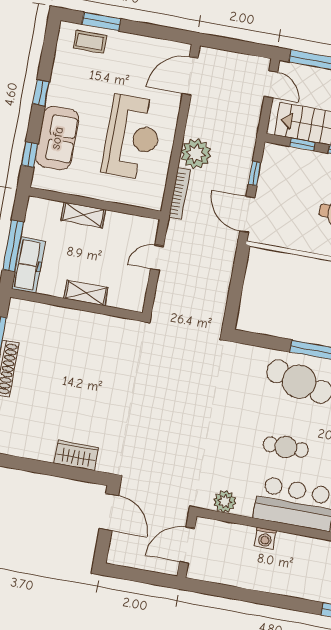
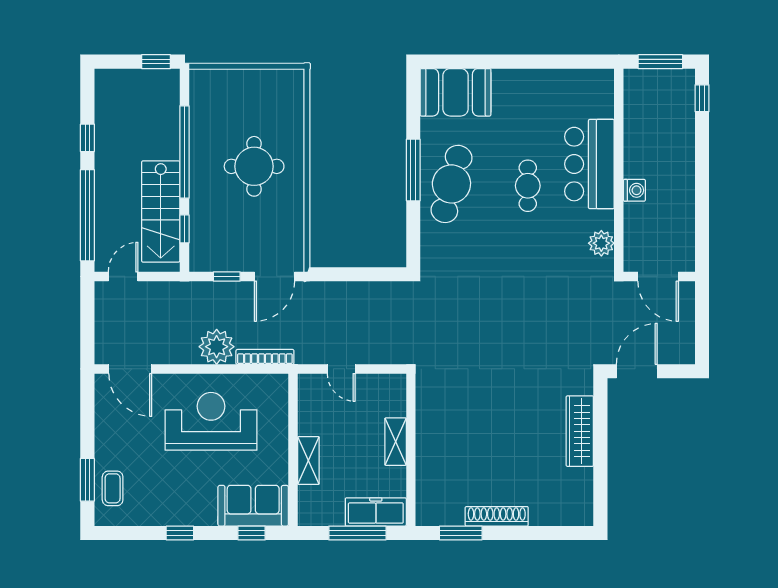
sofa: (57, 138) -> (253, 506), moved
wardrobe: (76, 455) -> (580, 431), width x1.50

